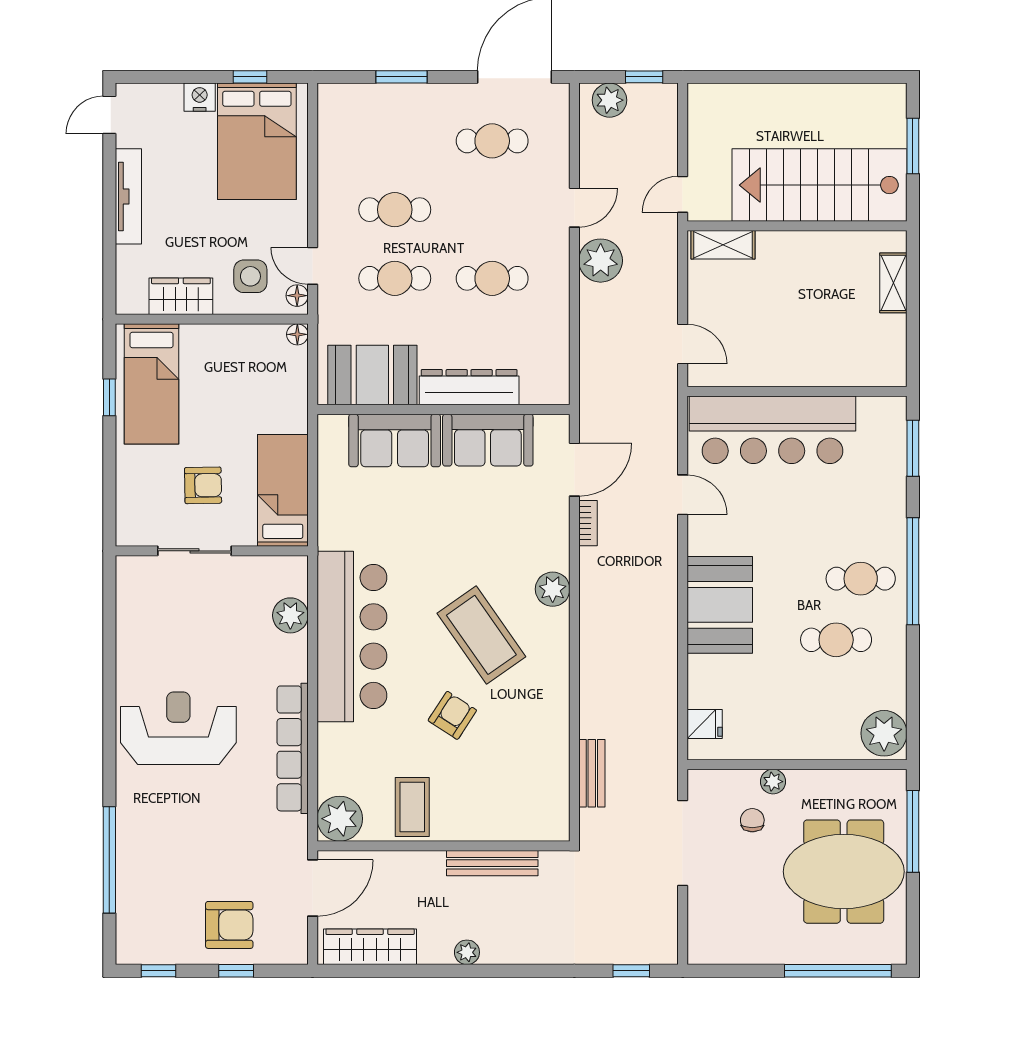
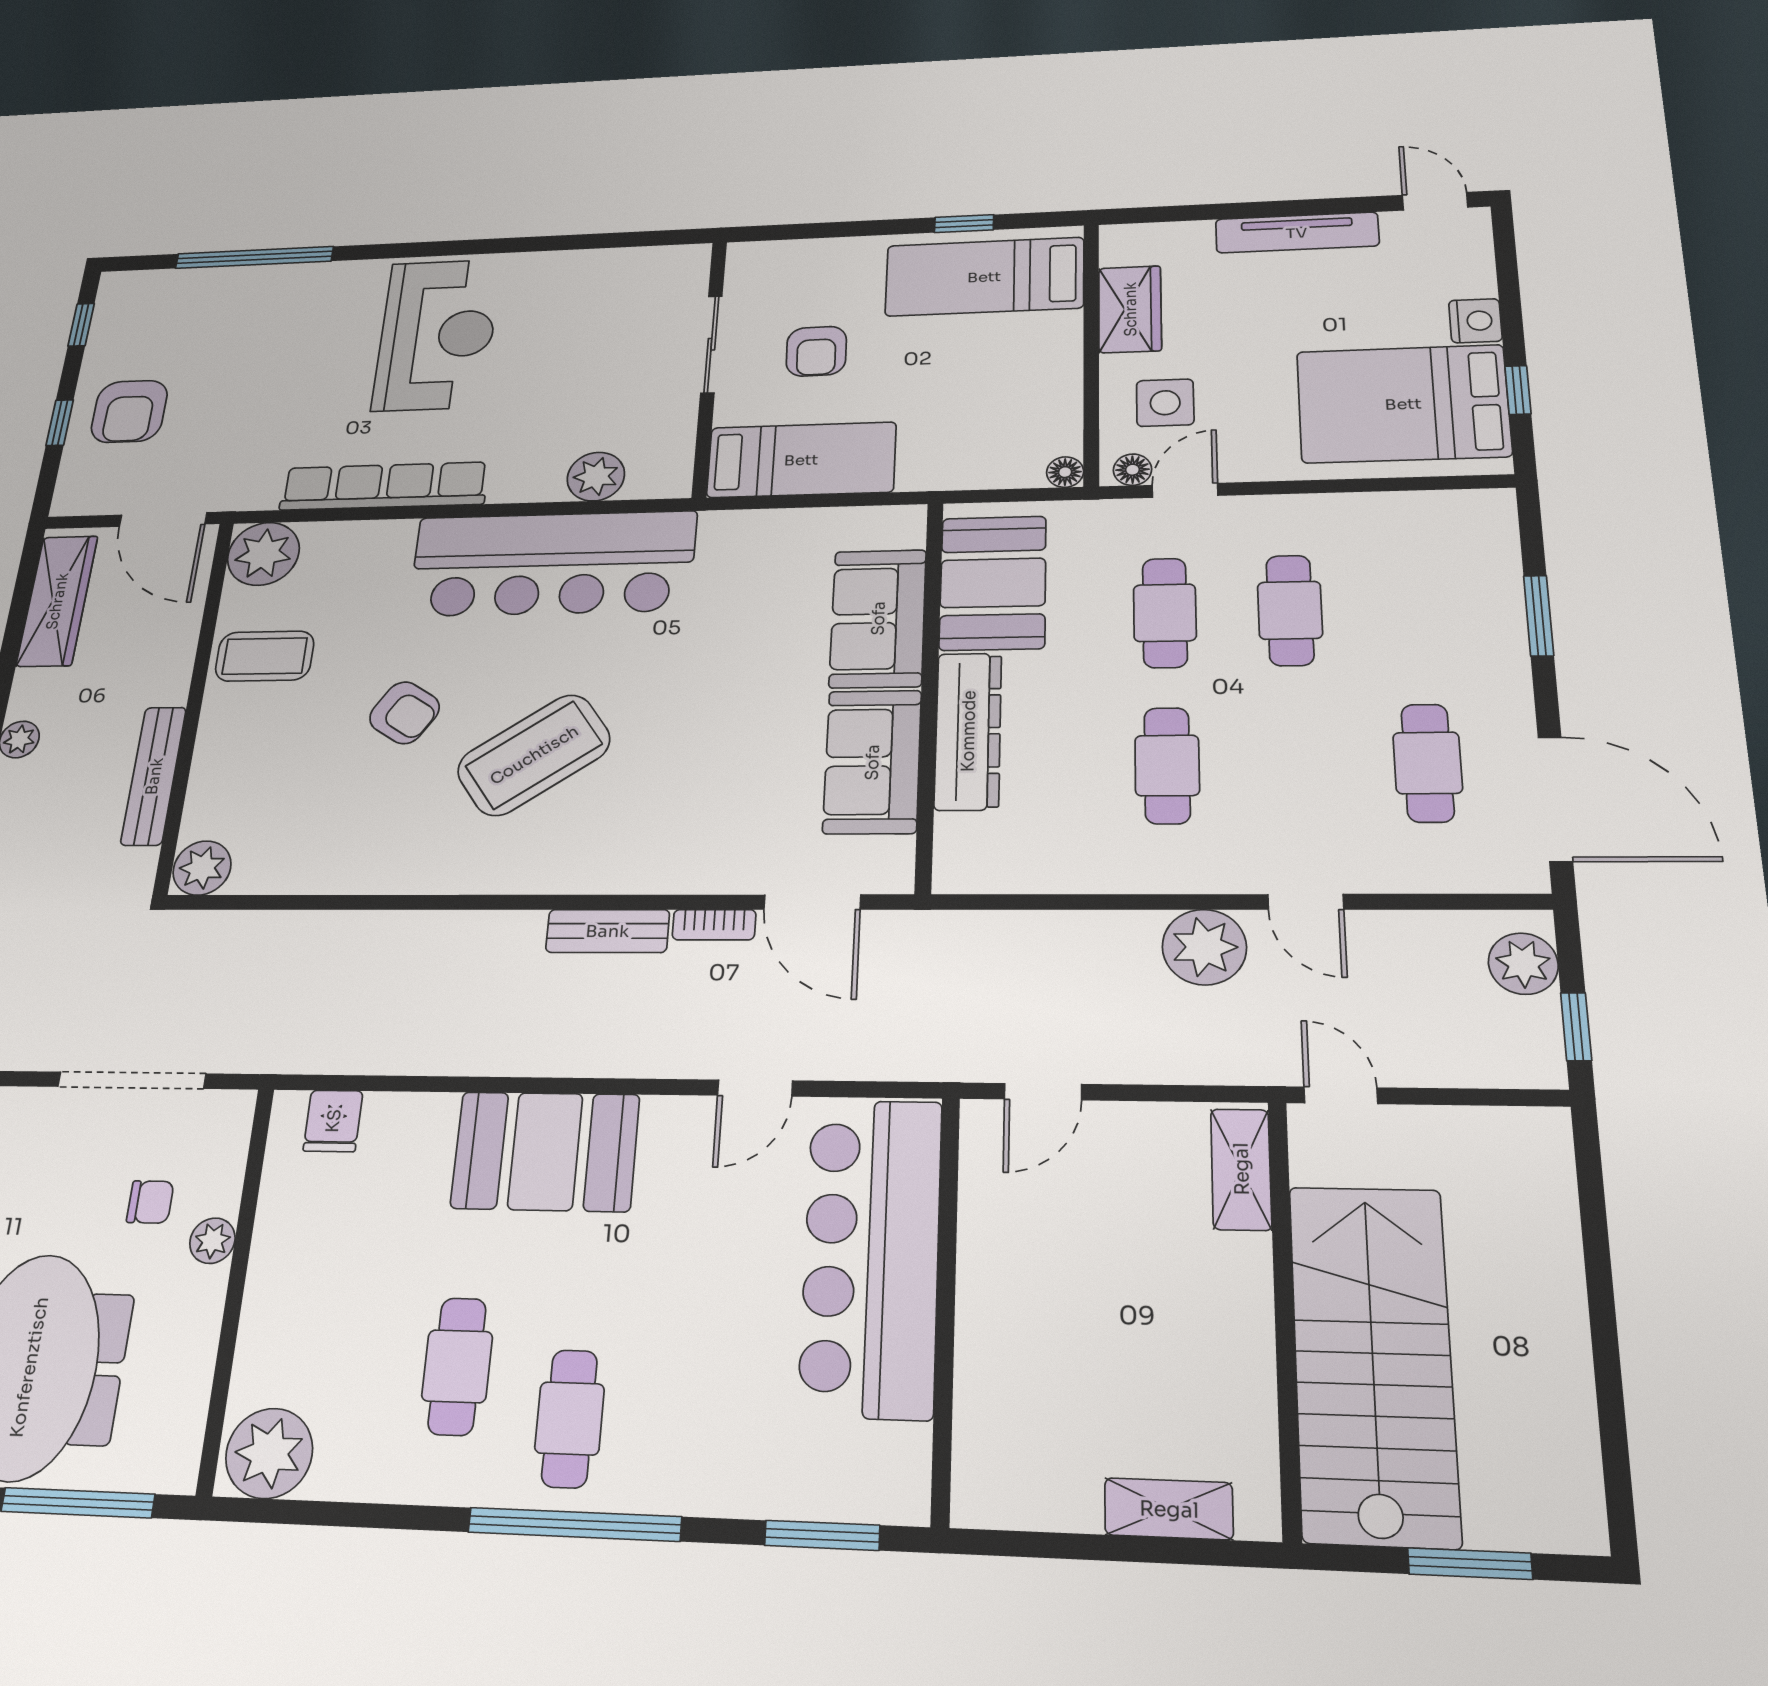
plant: (553, 589) -> (202, 868), moved
bench: (592, 773) -> (608, 931), moved

